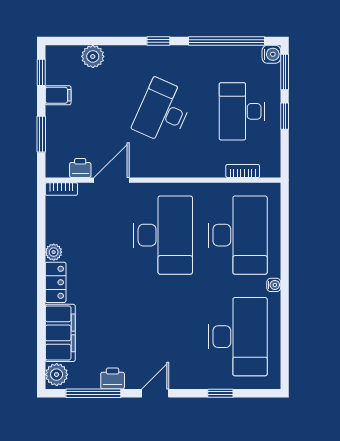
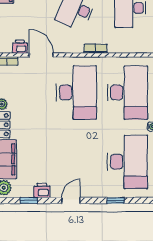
bookcase: (243, 171) -> (95, 49), moved
door: (112, 180) -> (41, 55), hinge flipped
window: (93, 393) -> (29, 200), width x0.46

